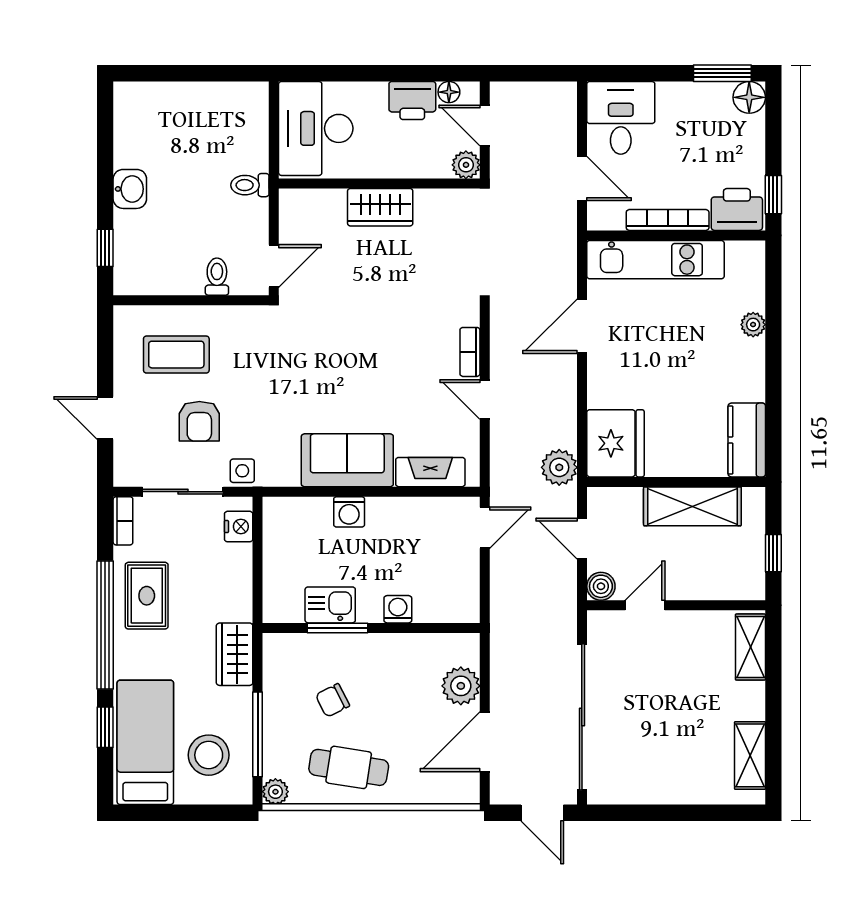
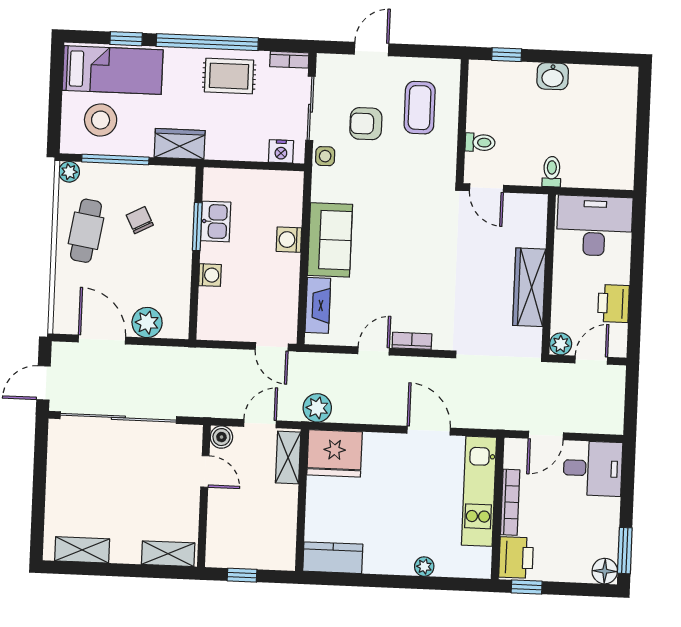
floor lamp: (449, 92) -> (619, 333), removed
wardrobe: (380, 207) -> (529, 287), width x1.50
shelving: (692, 506) -> (288, 457), moved, width x0.67, depth x0.75

